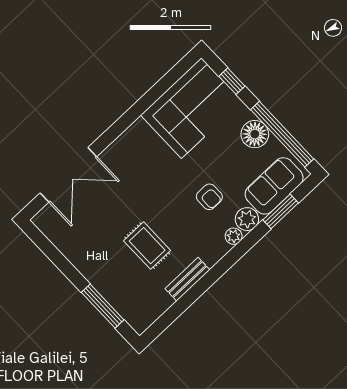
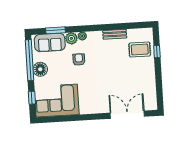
rug: (147, 246) -> (140, 50), moved, turned 90
window: (103, 306) -> (157, 52), width x0.46

